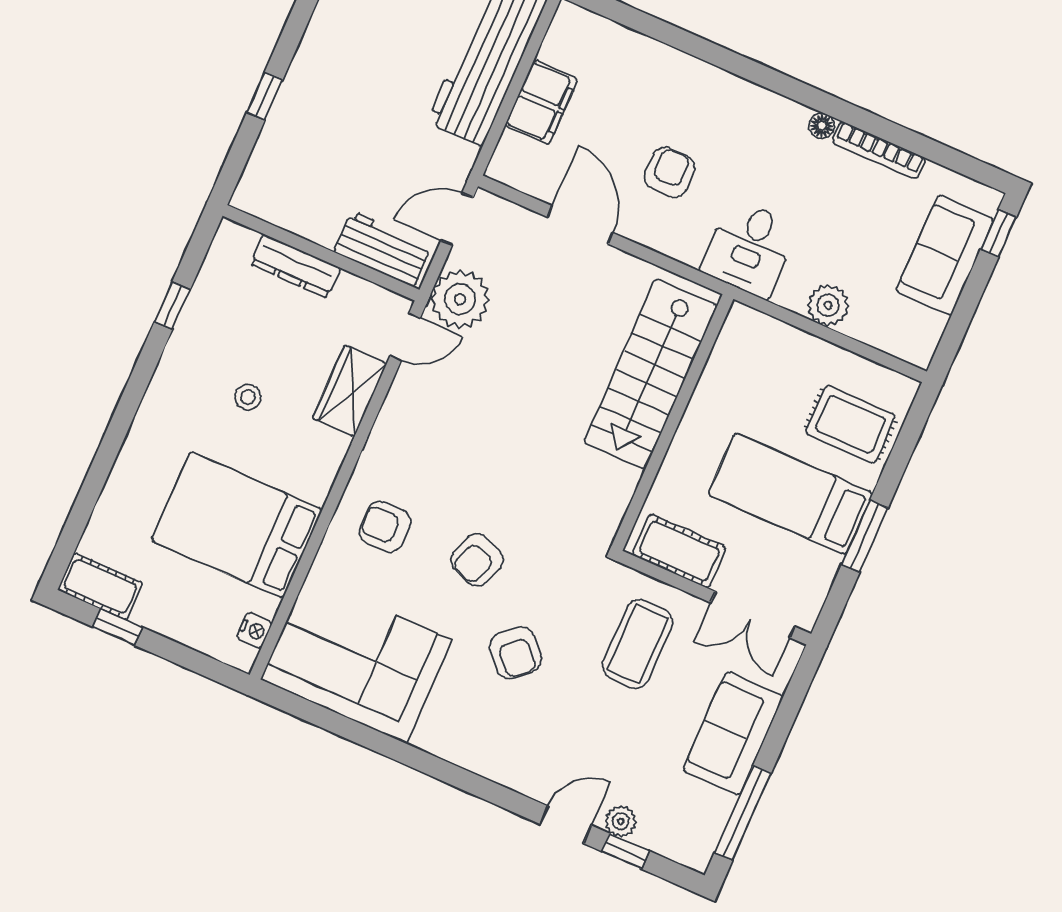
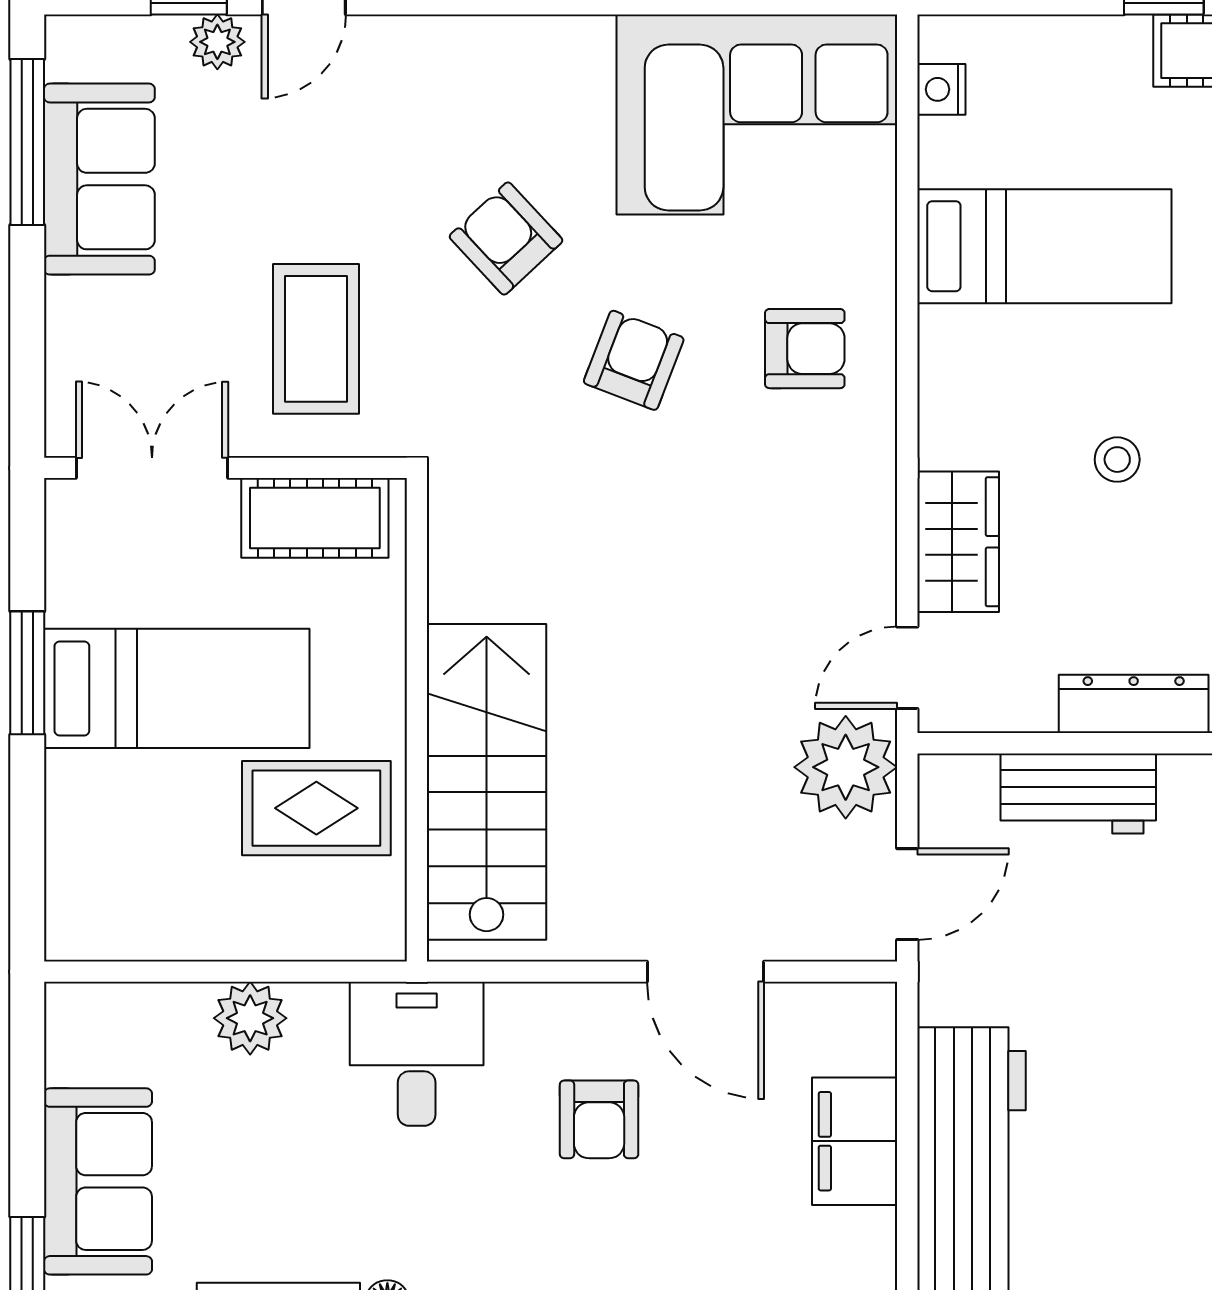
workbench: (383, 249) -> (1078, 793), moved
rug: (850, 424) -> (316, 808), moved
bed: (237, 525) -> (1044, 246), width x0.67
sofa: (733, 733) -> (99, 179), moved

